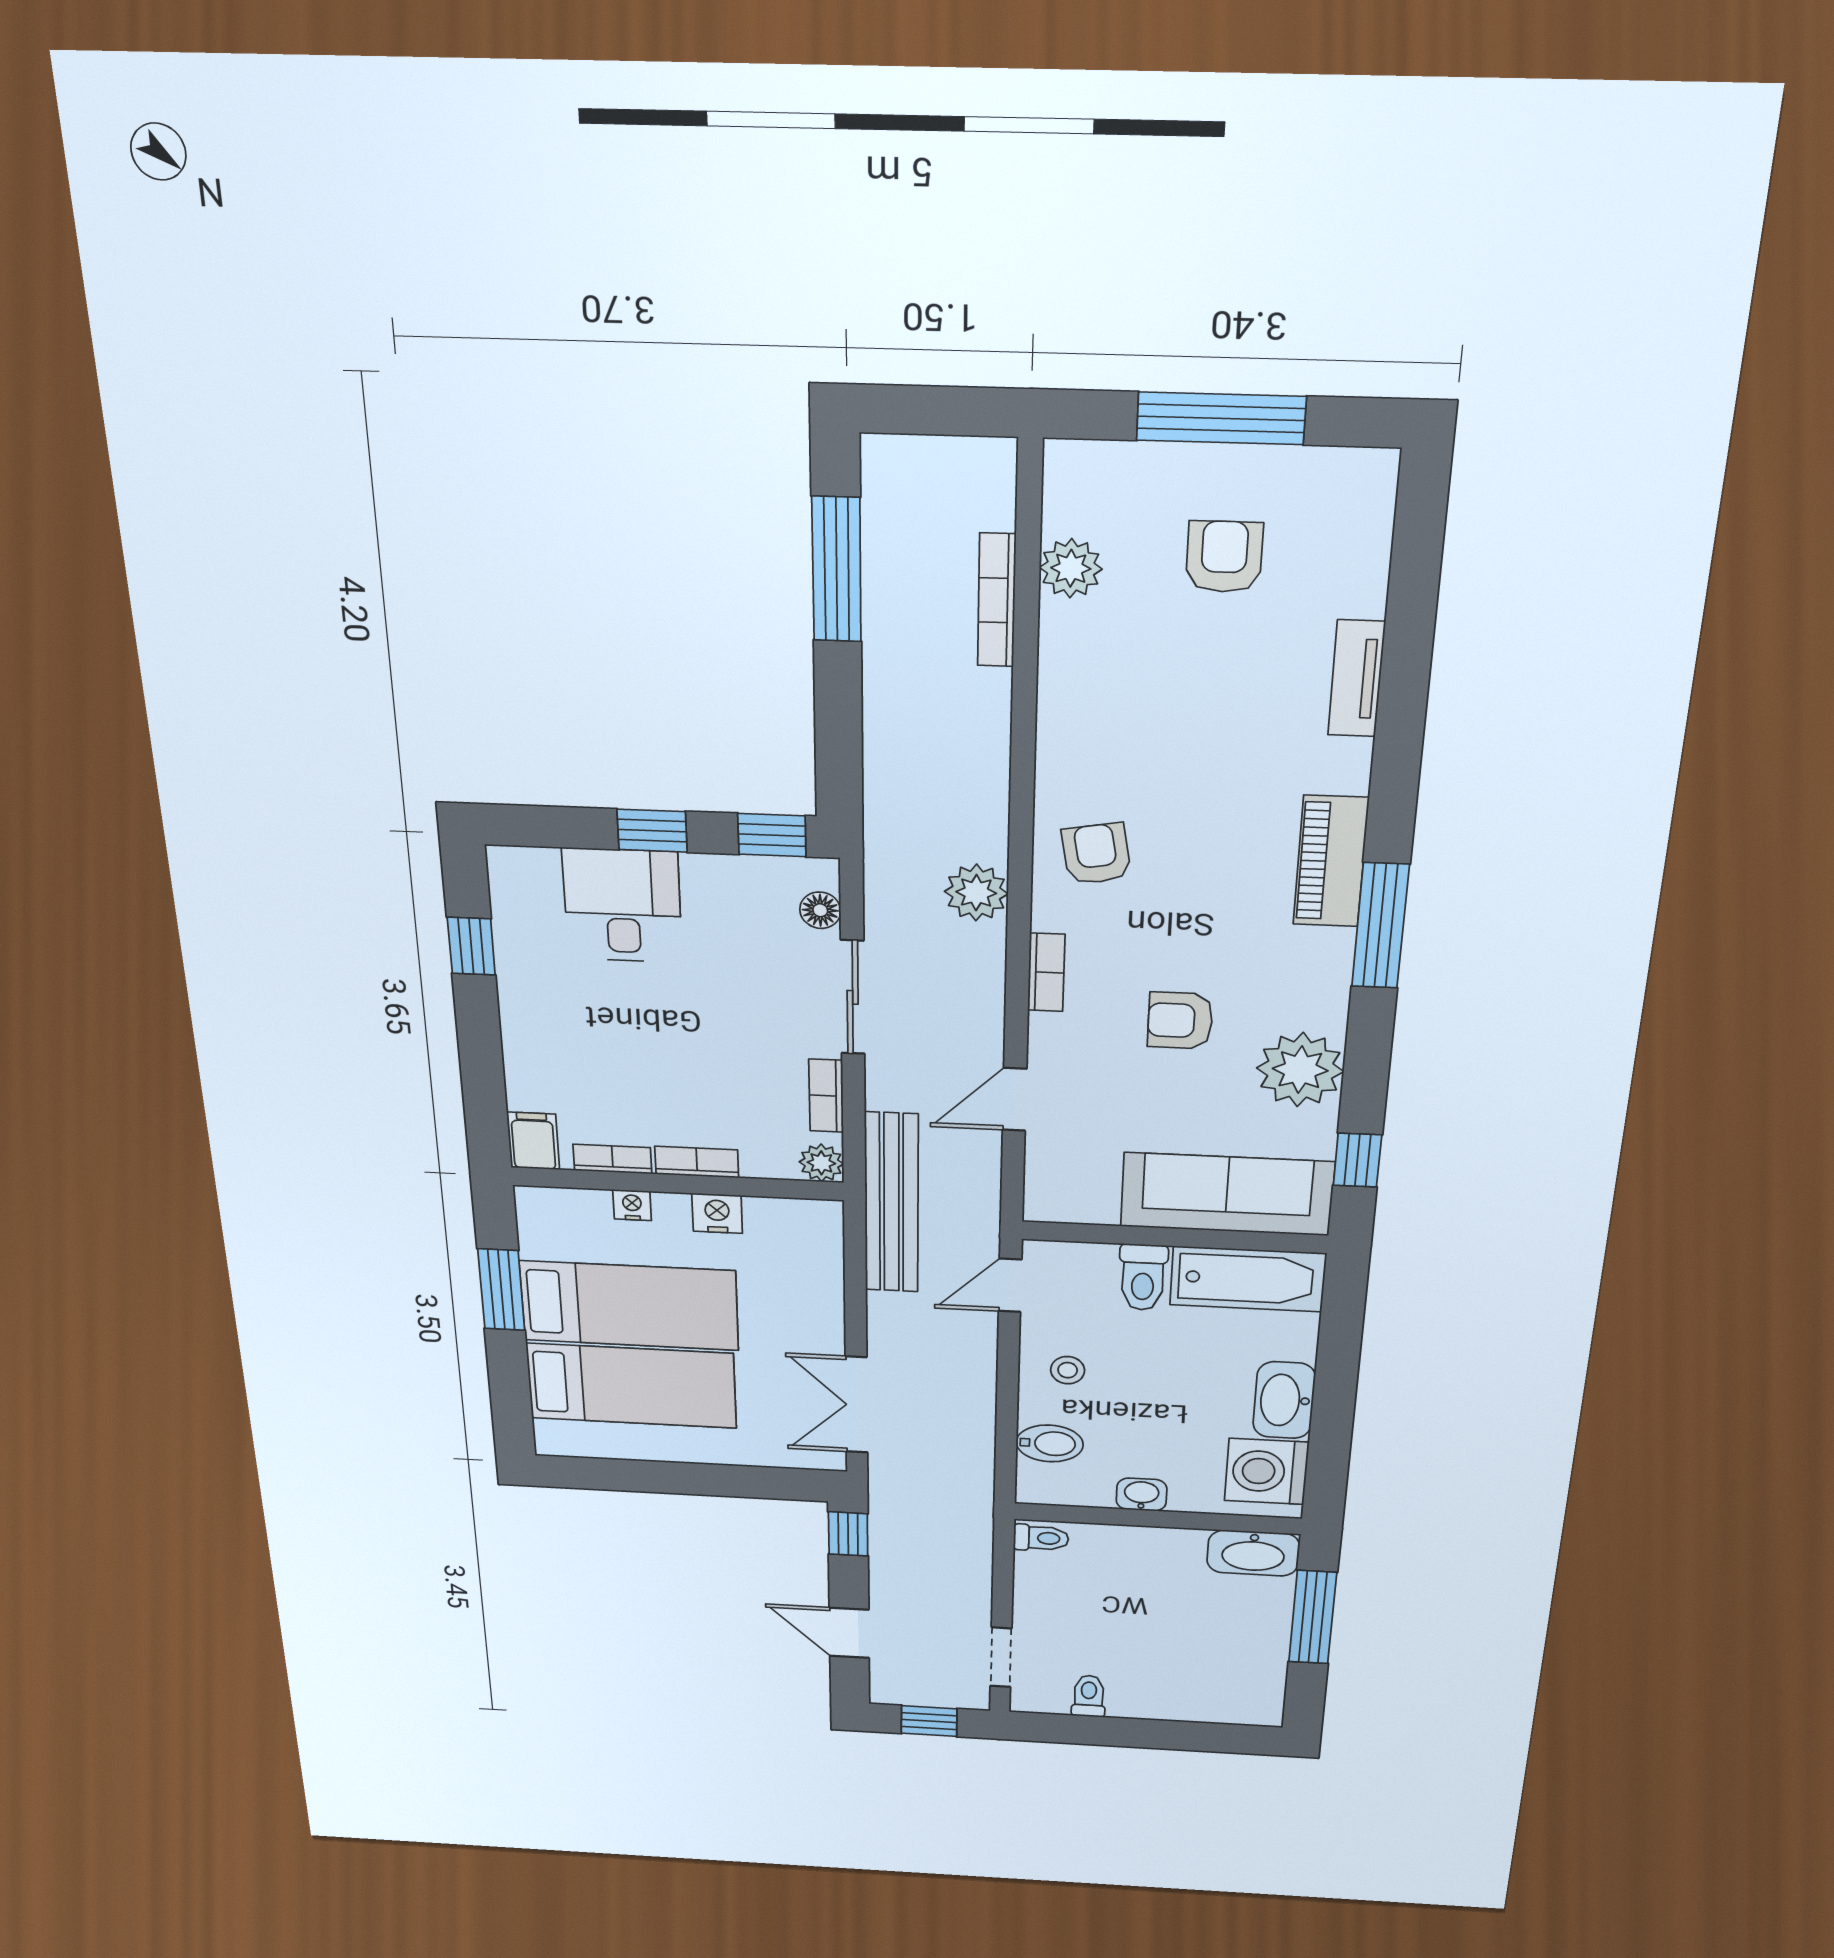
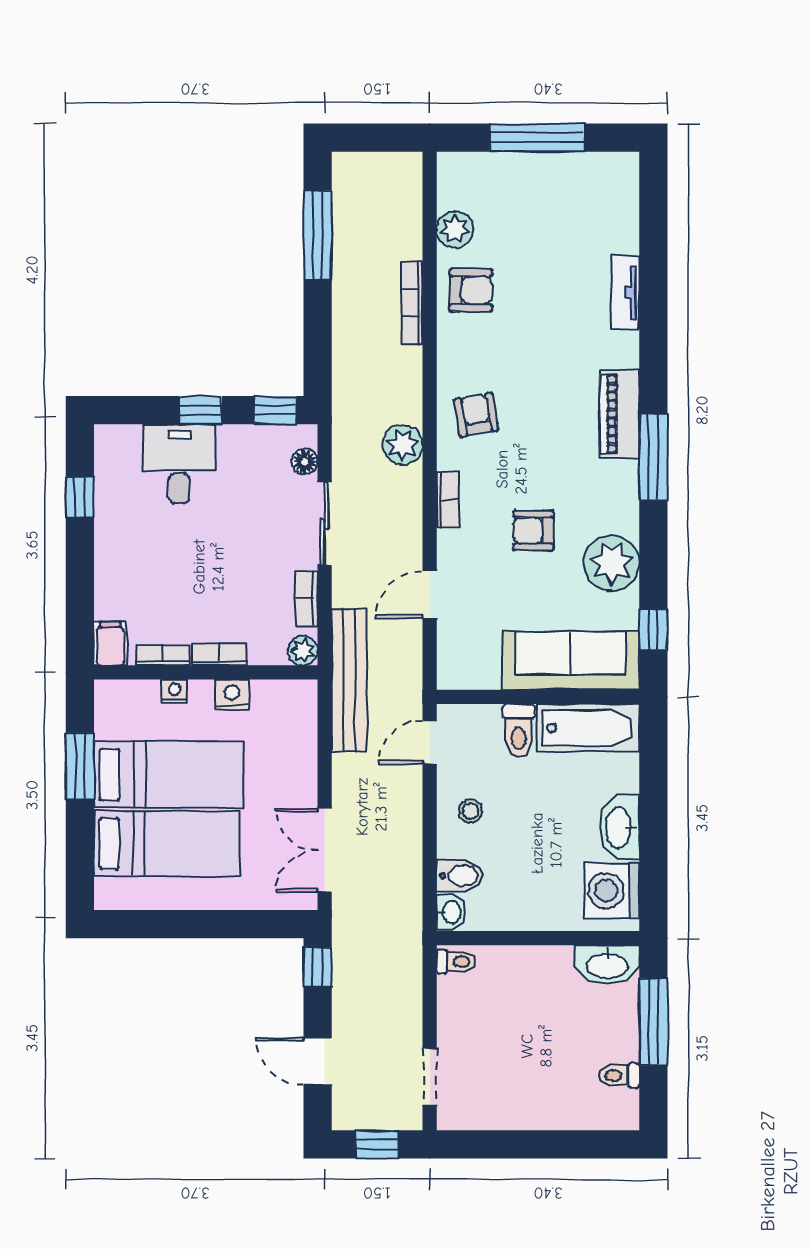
armchair: (1224, 557) -> (471, 290), moved, turned 90
bookcase: (997, 600) -> (412, 303), moved
washbasin: (1142, 1495) -> (451, 912), moved, turned 90
toilet: (1089, 1696) -> (619, 1076), moved, turned -90

